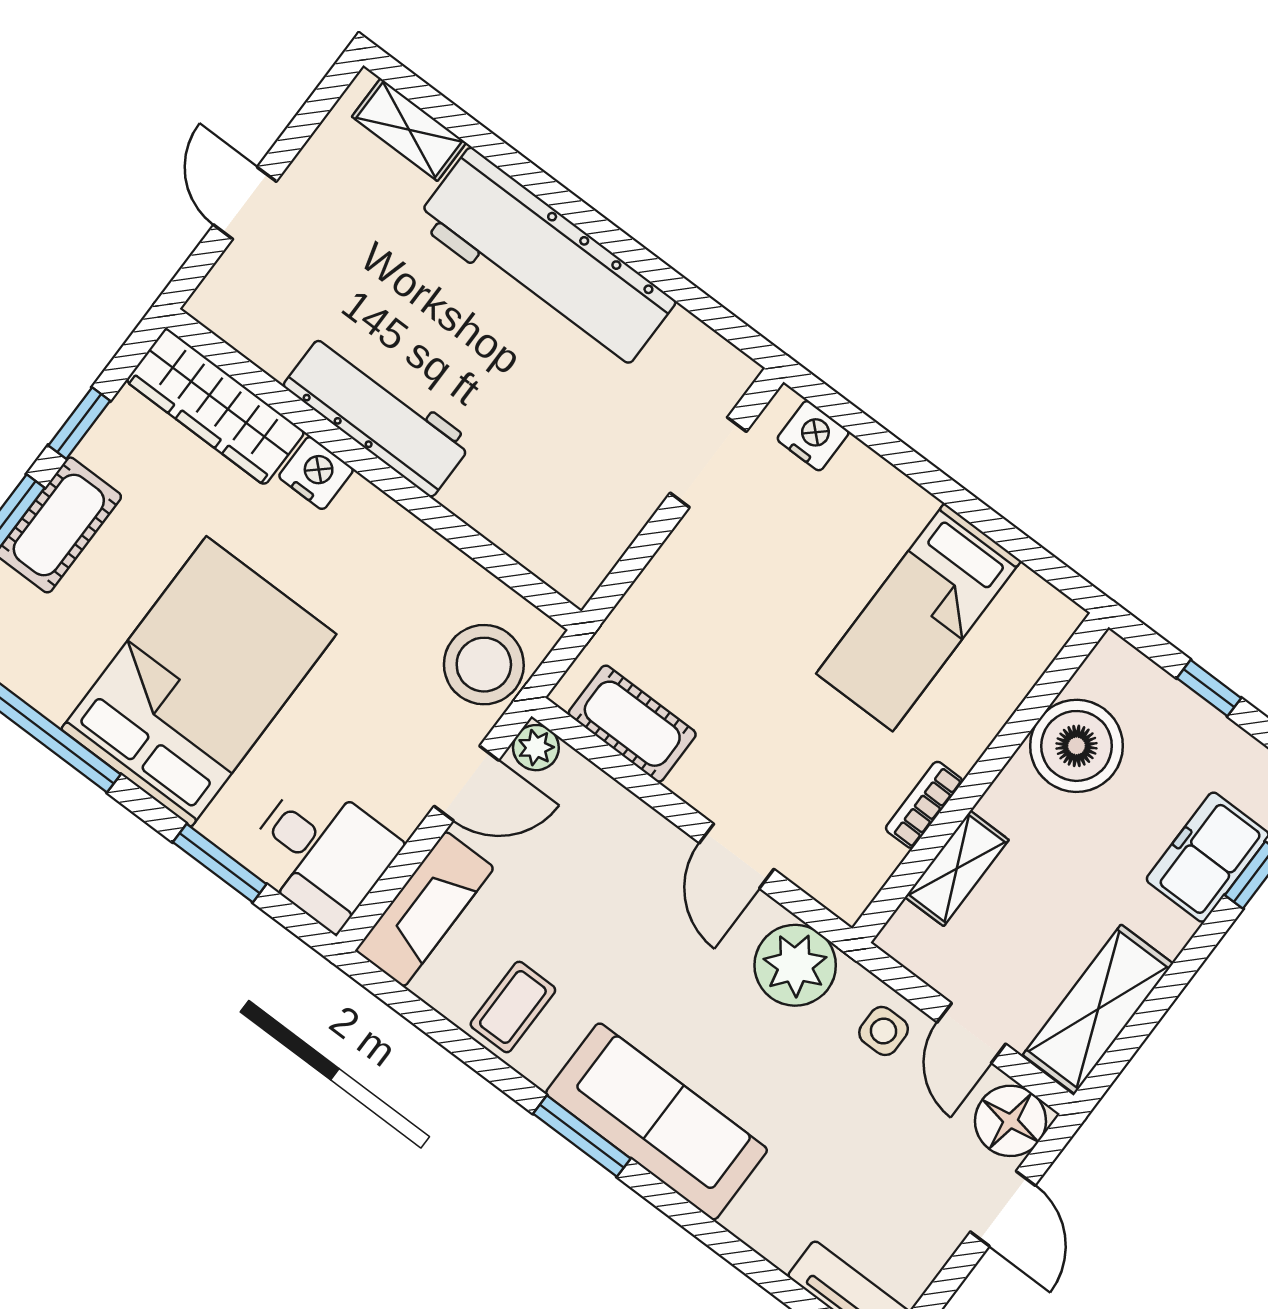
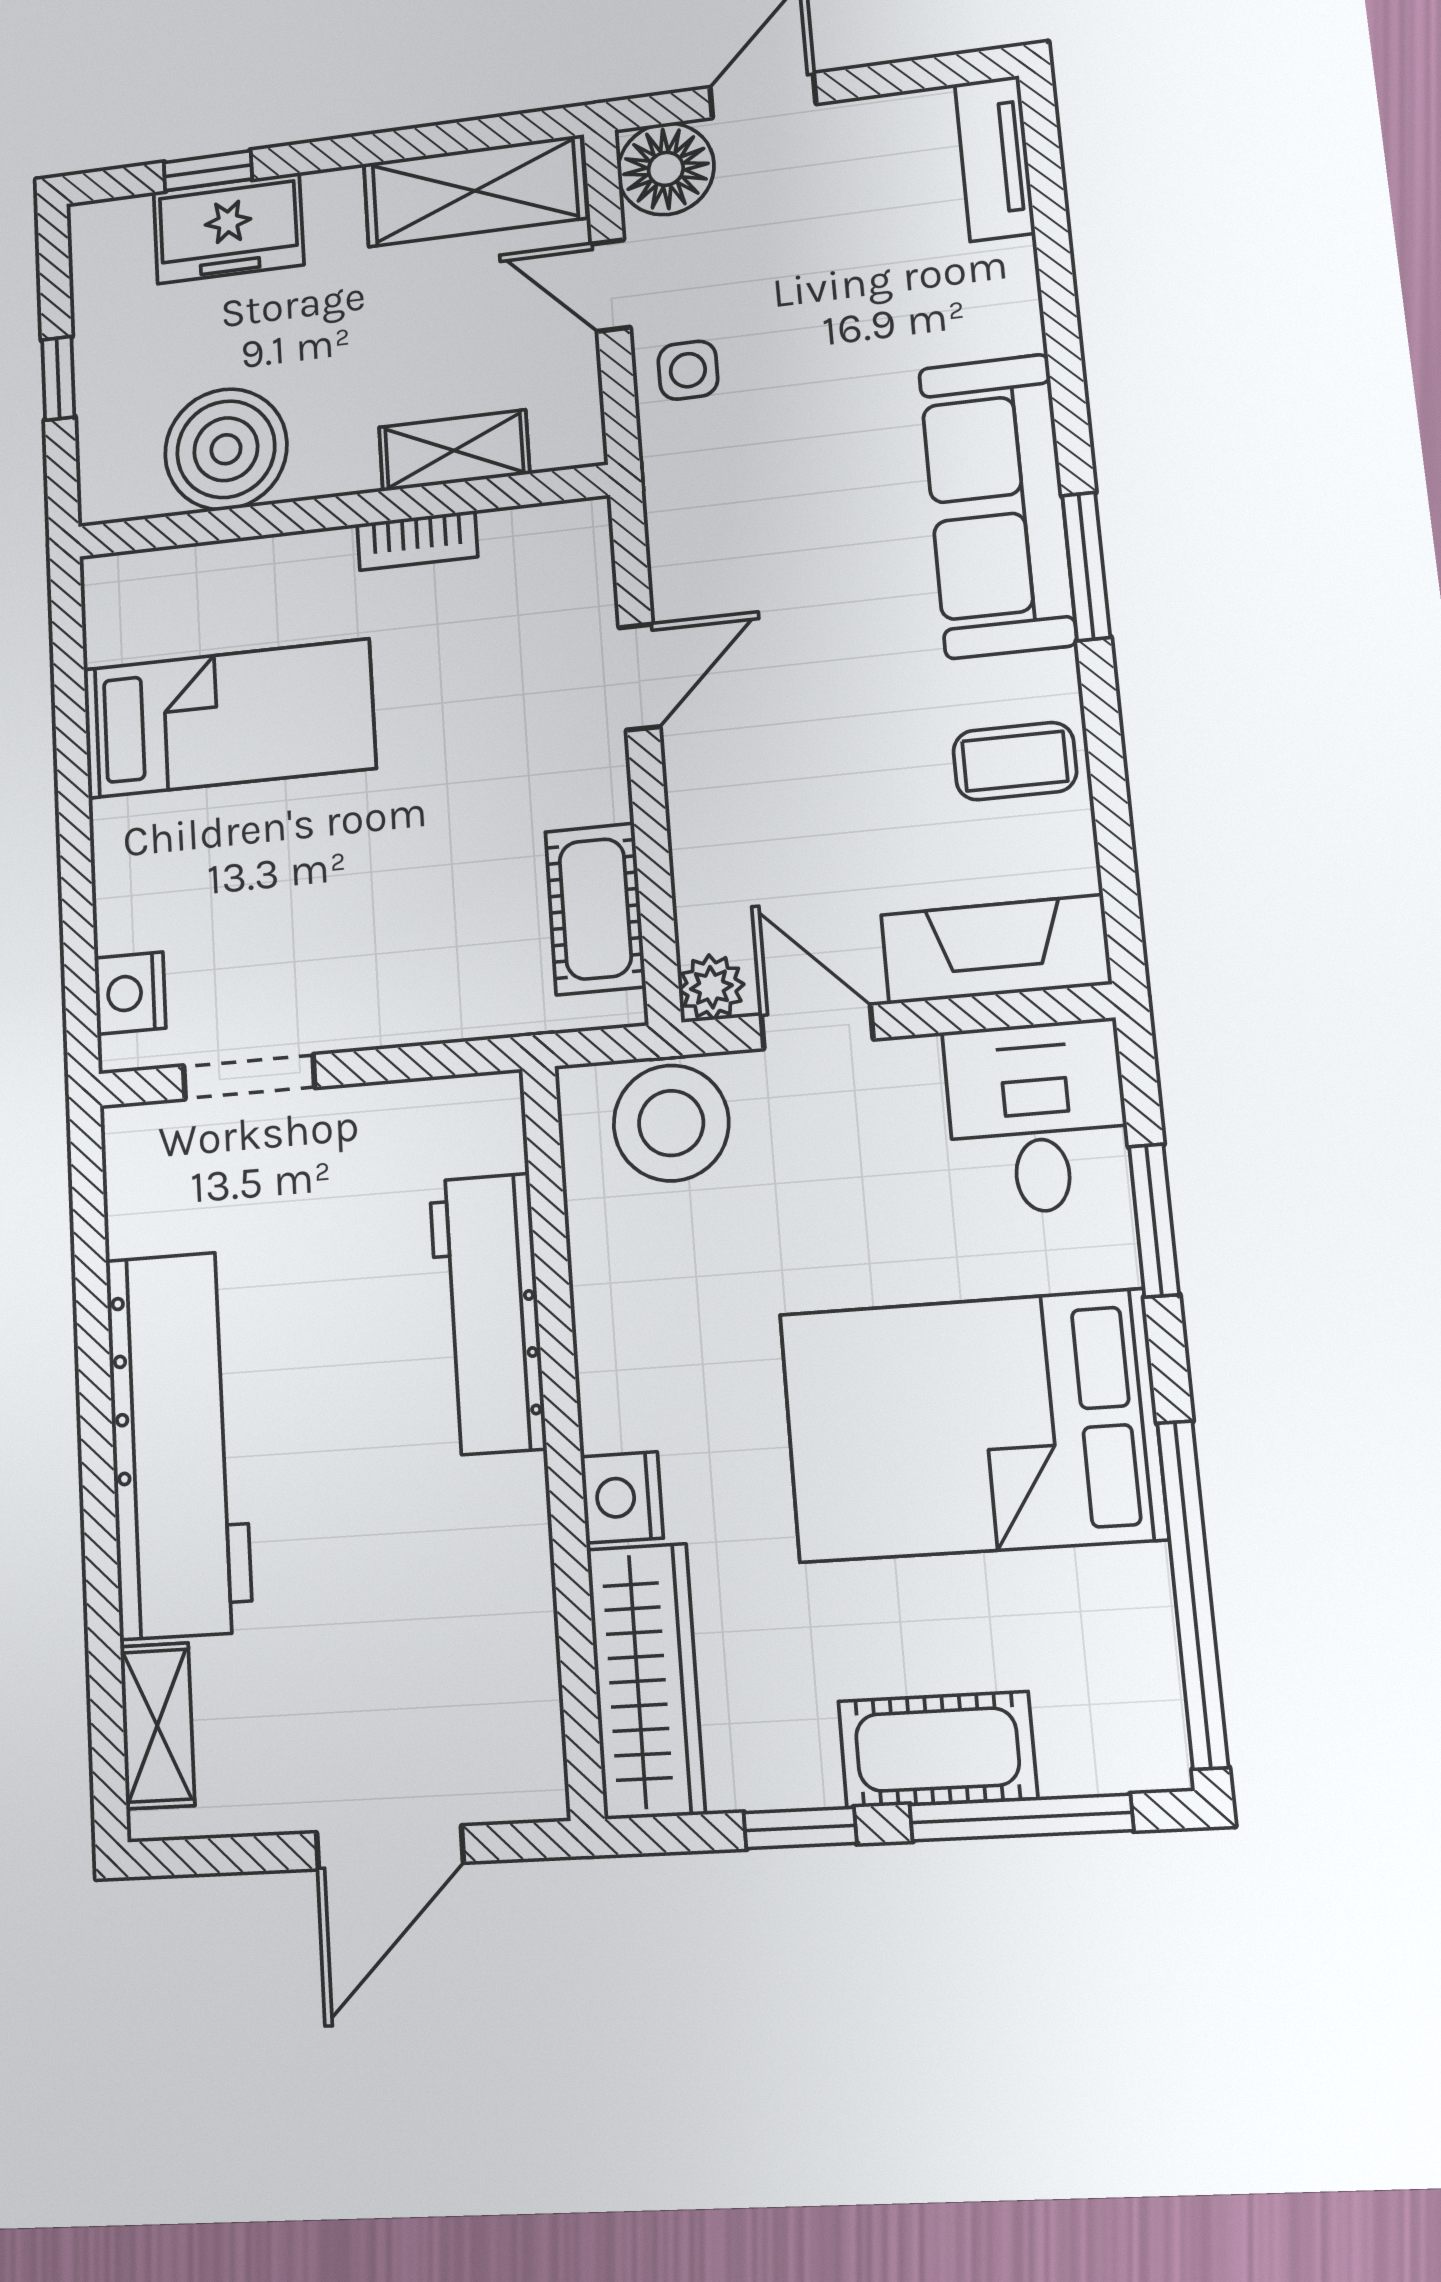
door: (245, 203) -> (390, 1847), width x1.38
workbench: (378, 414) -> (487, 1314), moved
plant: (795, 965) -> (700, 517), removed
door: (971, 1033) -> (611, 285), swing flipped

